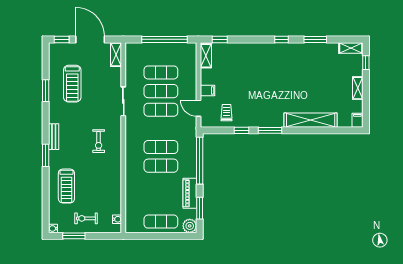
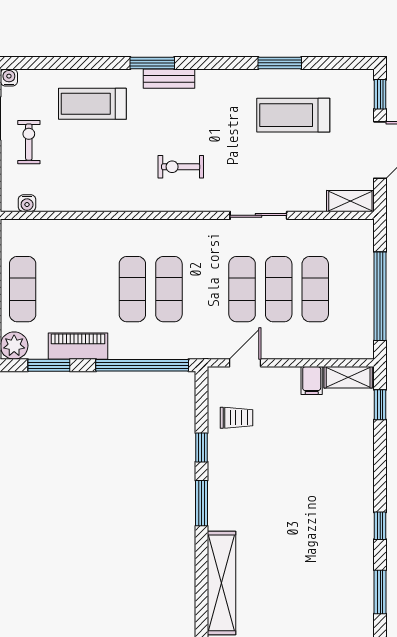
filing cabinet: (207, 91) -> (312, 381), moved
bench: (54, 137) -> (169, 79), moved

